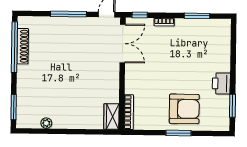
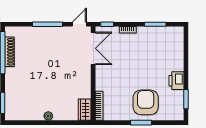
armchair: (184, 109) -> (146, 102), turned -90
plant: (46, 123) -> (48, 116), moved

